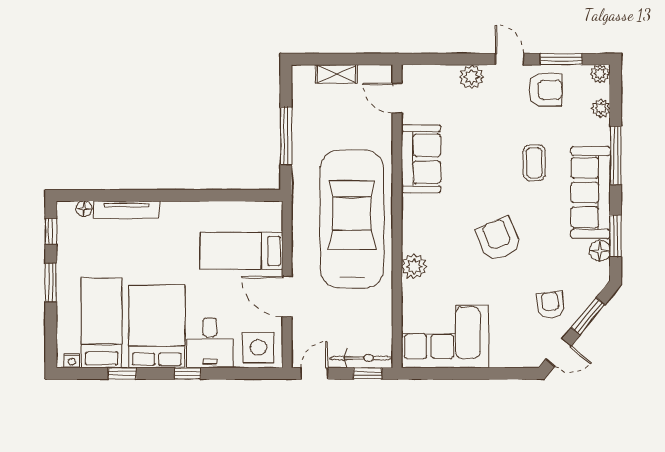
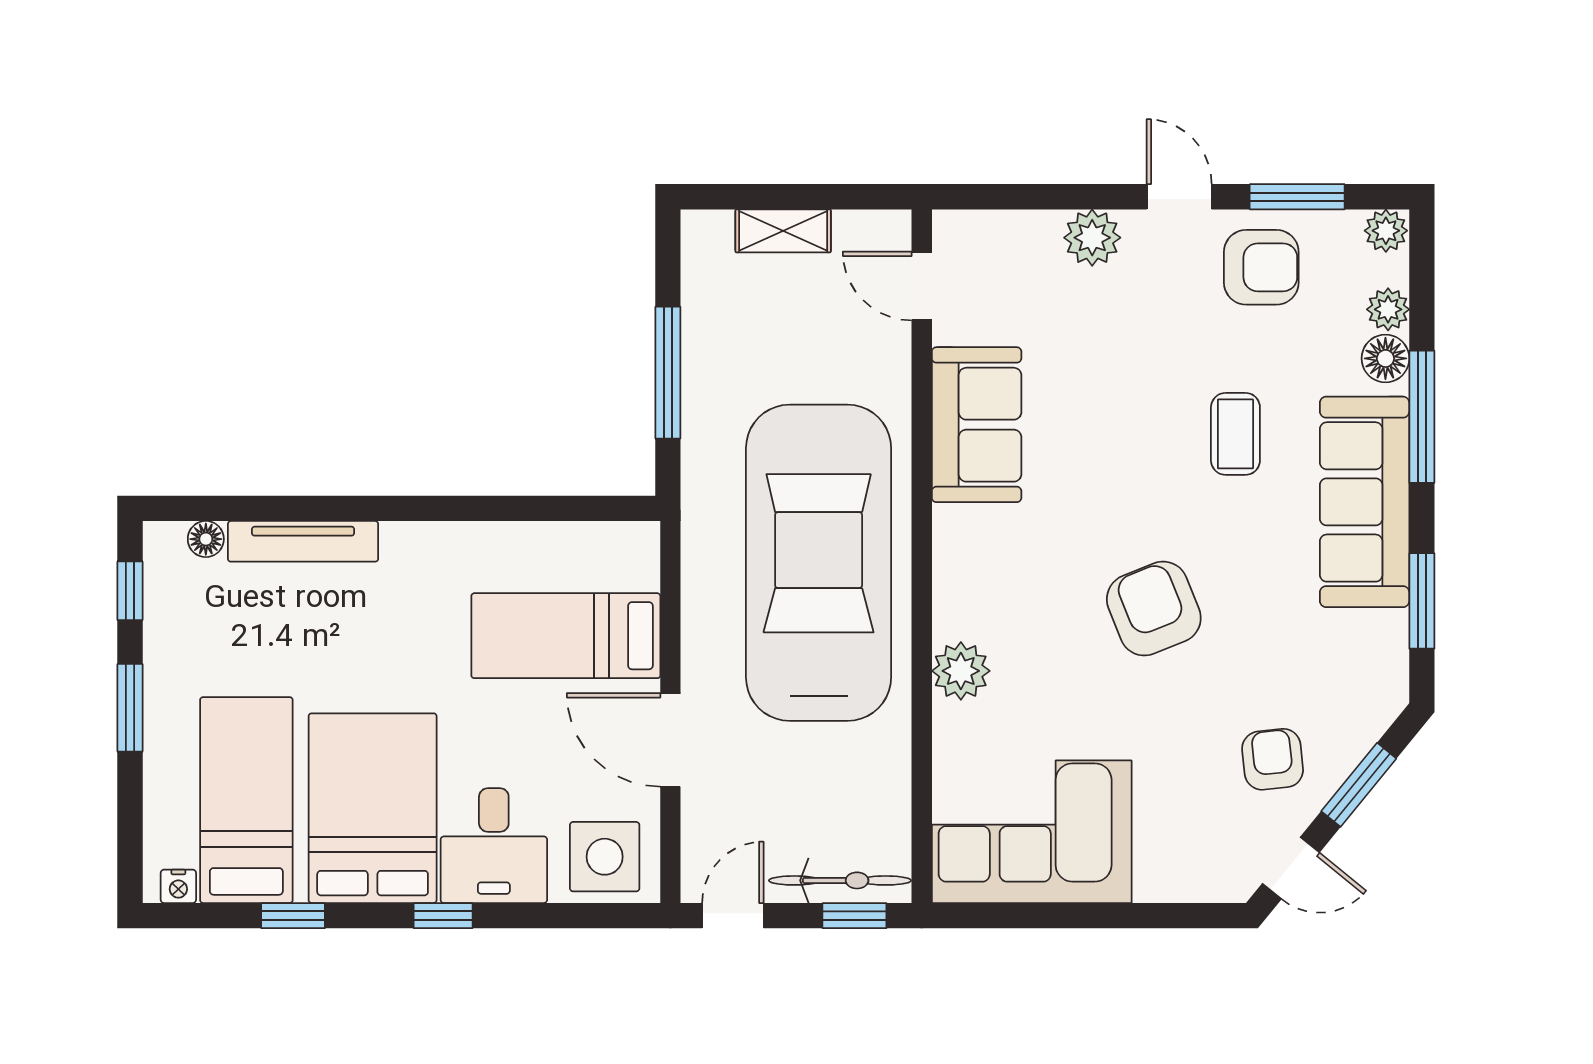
floor lamp: (600, 251) -> (1385, 358), moved

